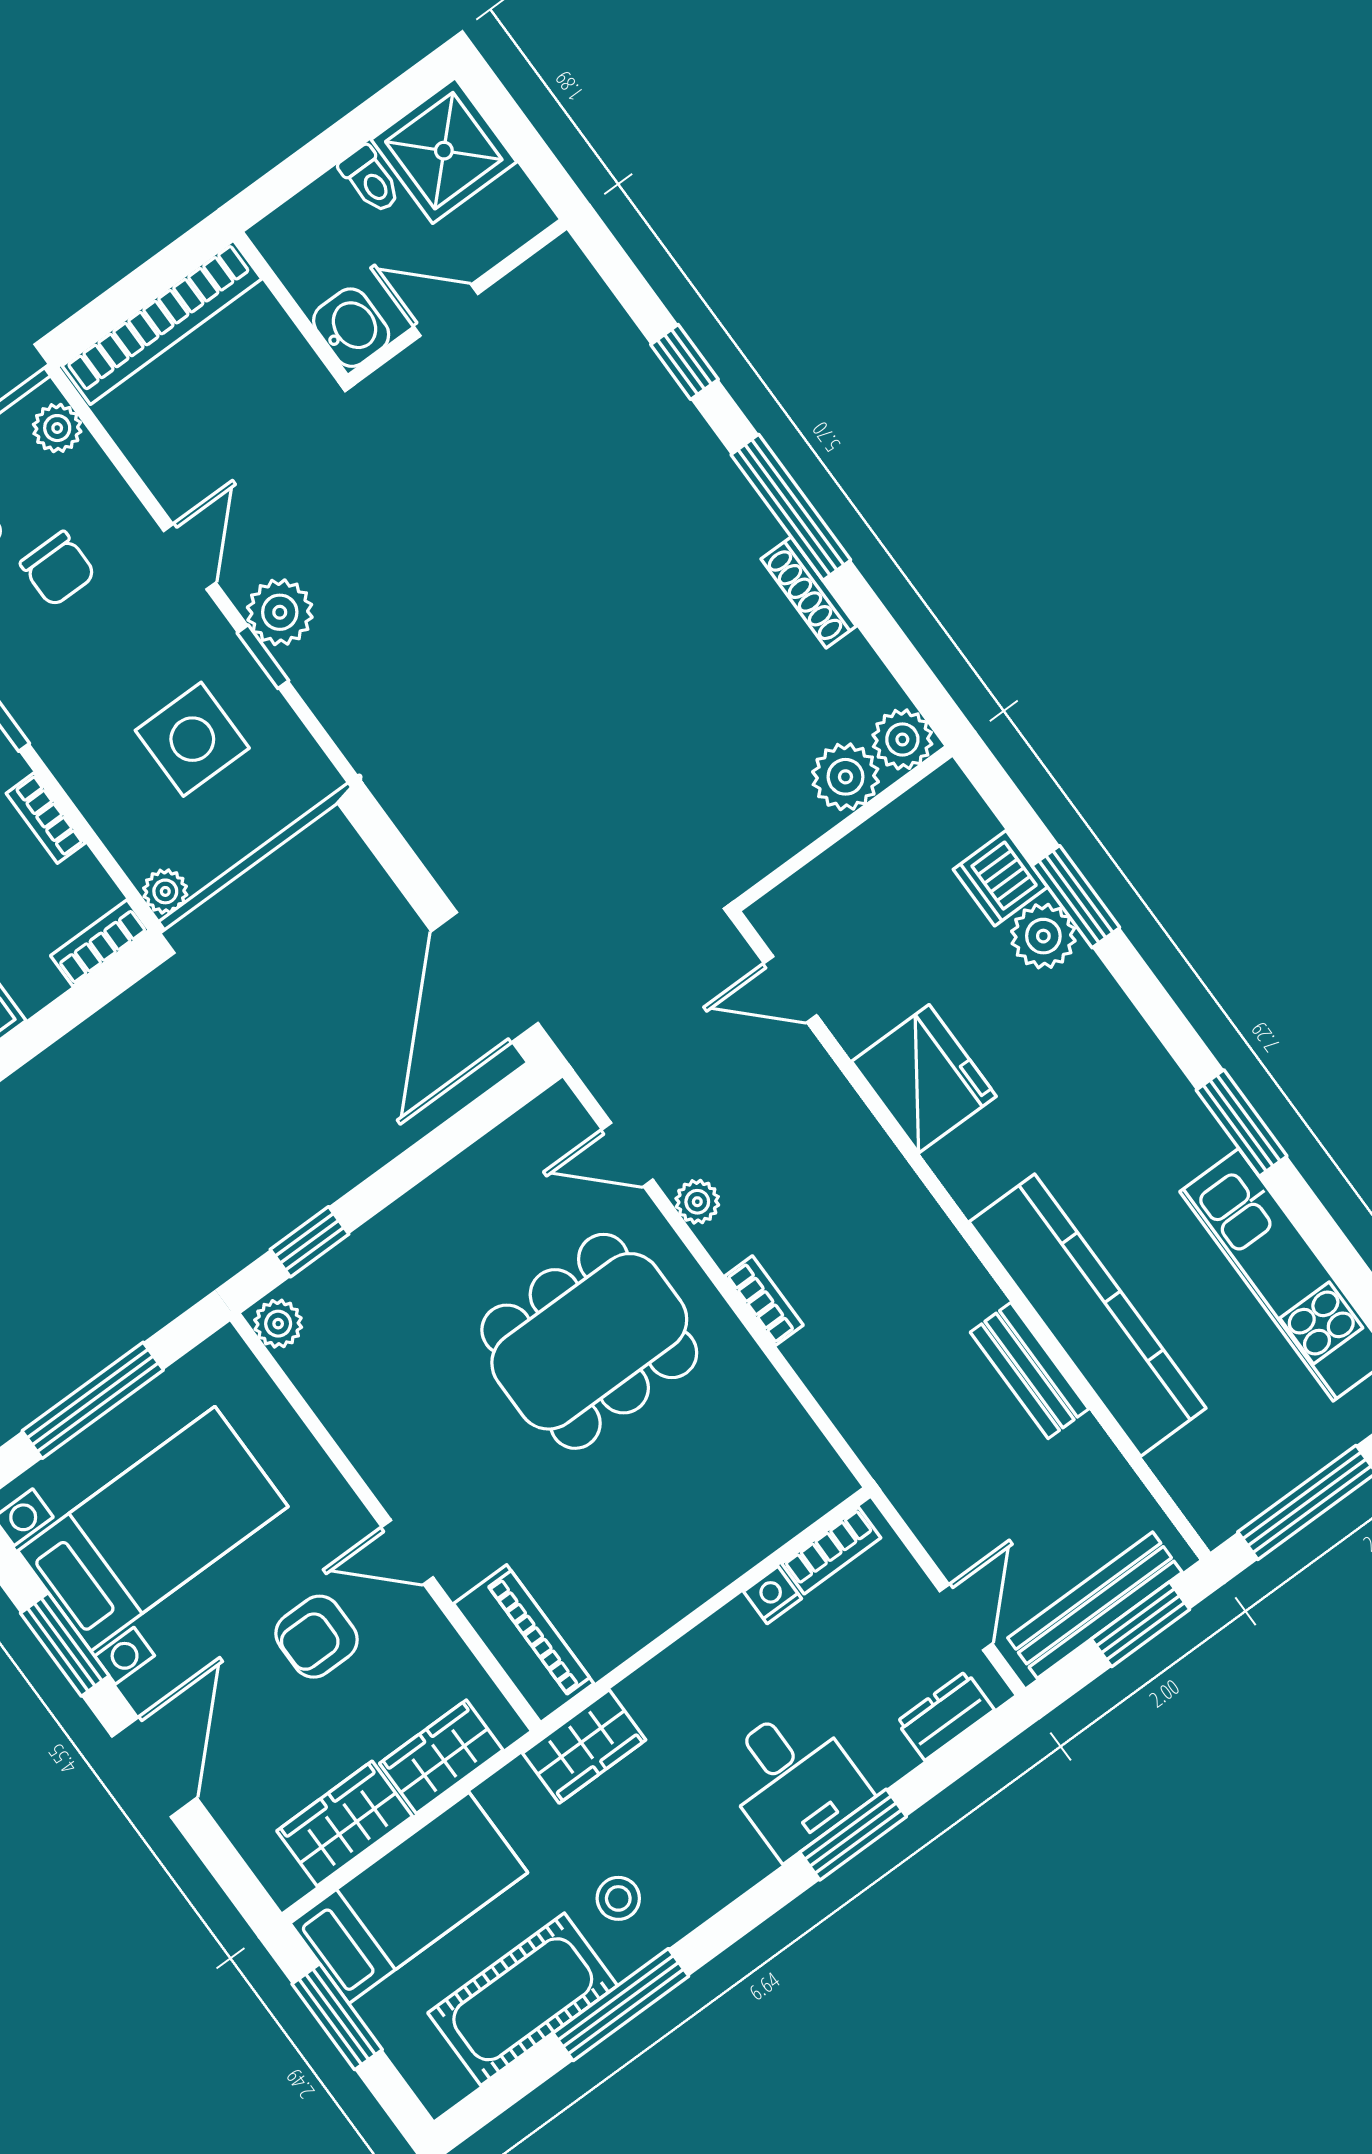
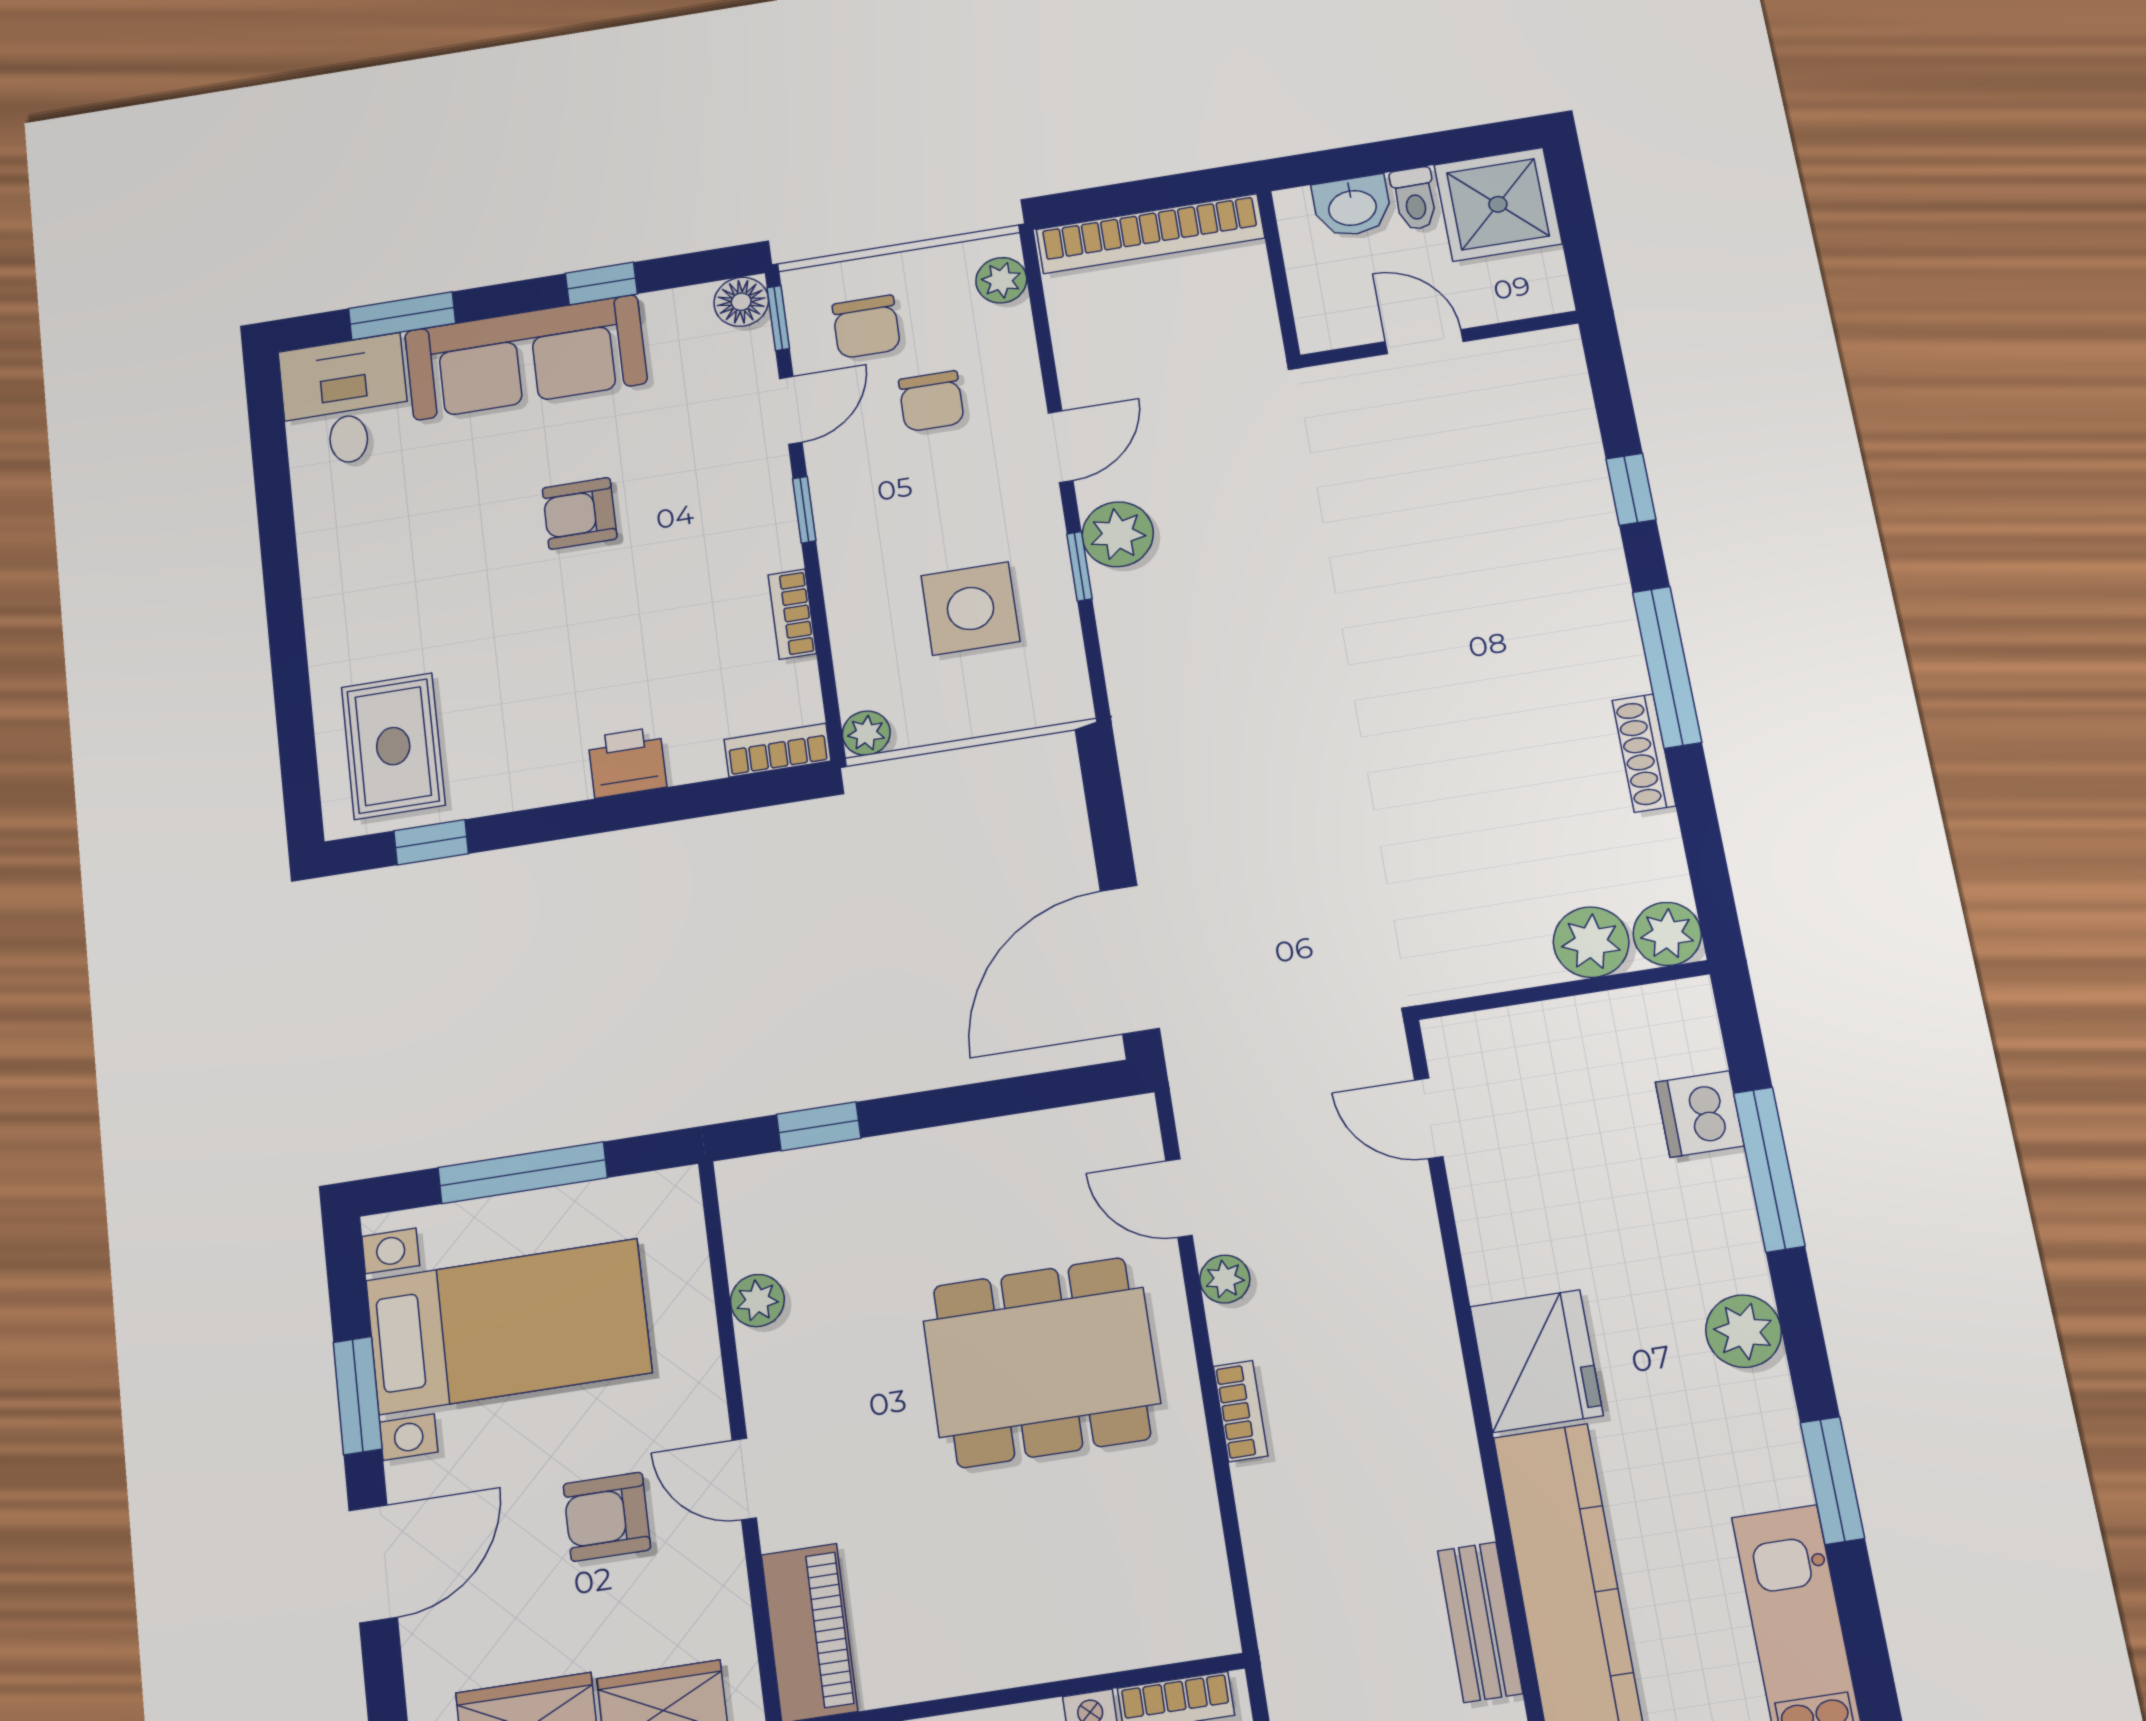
washbasin: (351, 328) -> (1352, 206), moved, turned 90
window: (1076, 897) -> (1769, 1169), width x1.44
plant: (1043, 936) -> (1744, 1331), moved
fridge: (924, 1079) -> (1536, 1361), moved
plant: (278, 1324) -> (757, 1301), moved

